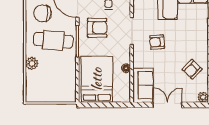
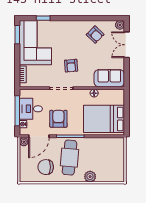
chair: (43, 13) -> (46, 167), turned 90
double door: (167, 105) -> (127, 45), moved

